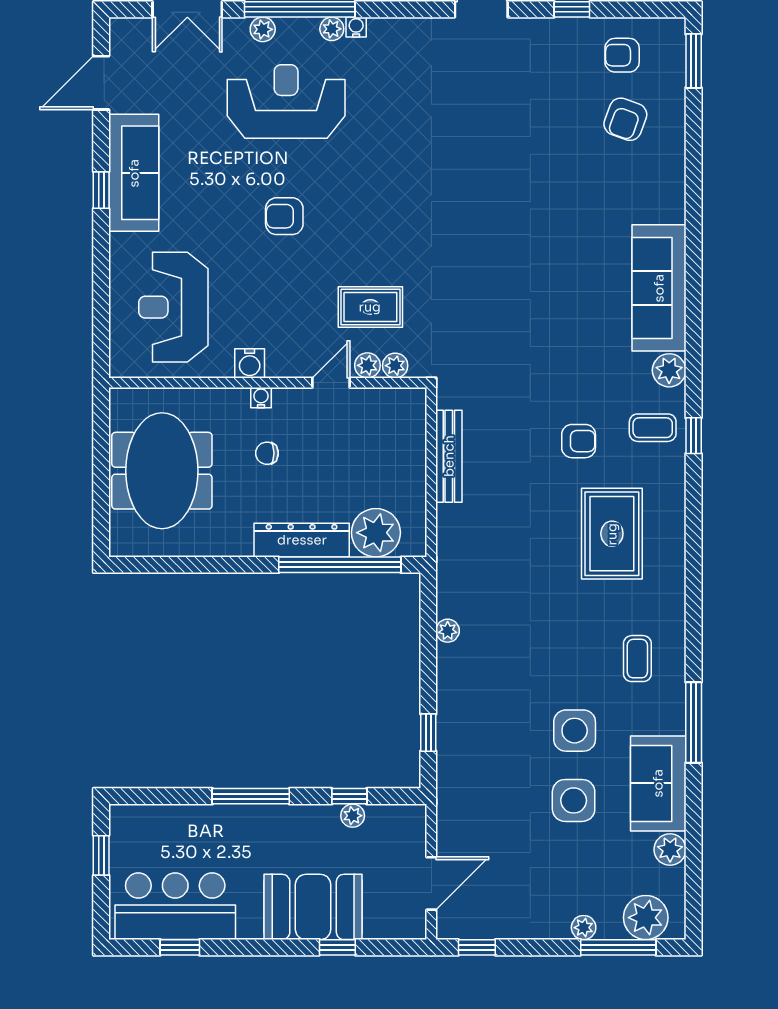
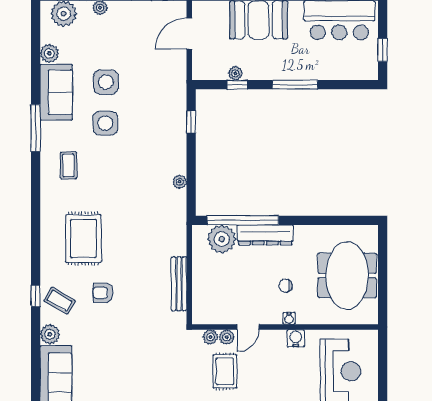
rug: (370, 307) -> (225, 371), turned 90
coffee table: (653, 428) -> (59, 301), turned 30
chair: (267, 453) -> (286, 286), turned 180

